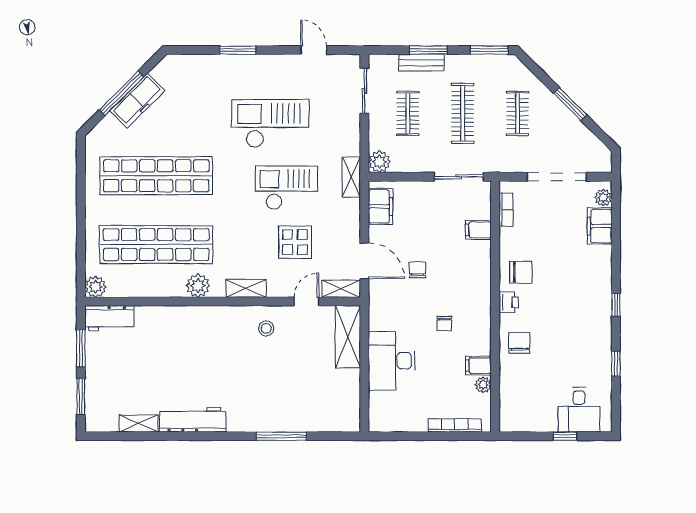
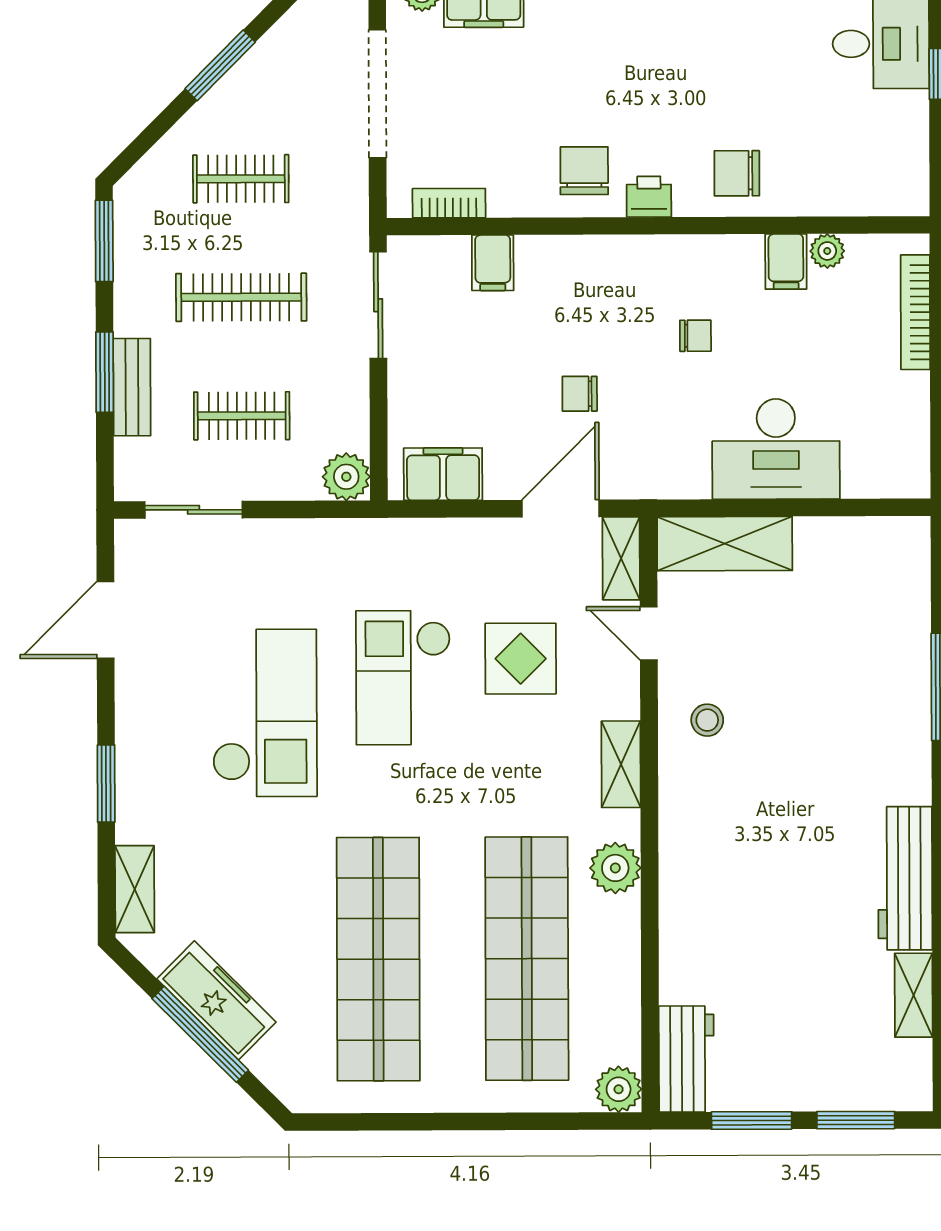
door: (314, 50) -> (106, 620), width x1.38
checkout: (270, 124) -> (265, 713), turned 180
shelving: (351, 177) -> (135, 889), moved, turned 90

